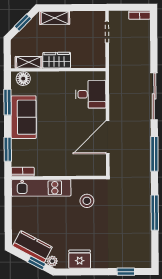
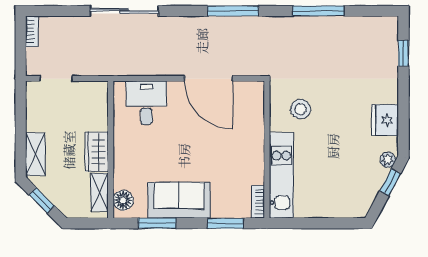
sliding door: (154, 96) -> (124, 11), moved
kitchen counter: (32, 247) -> (367, 188), removed

